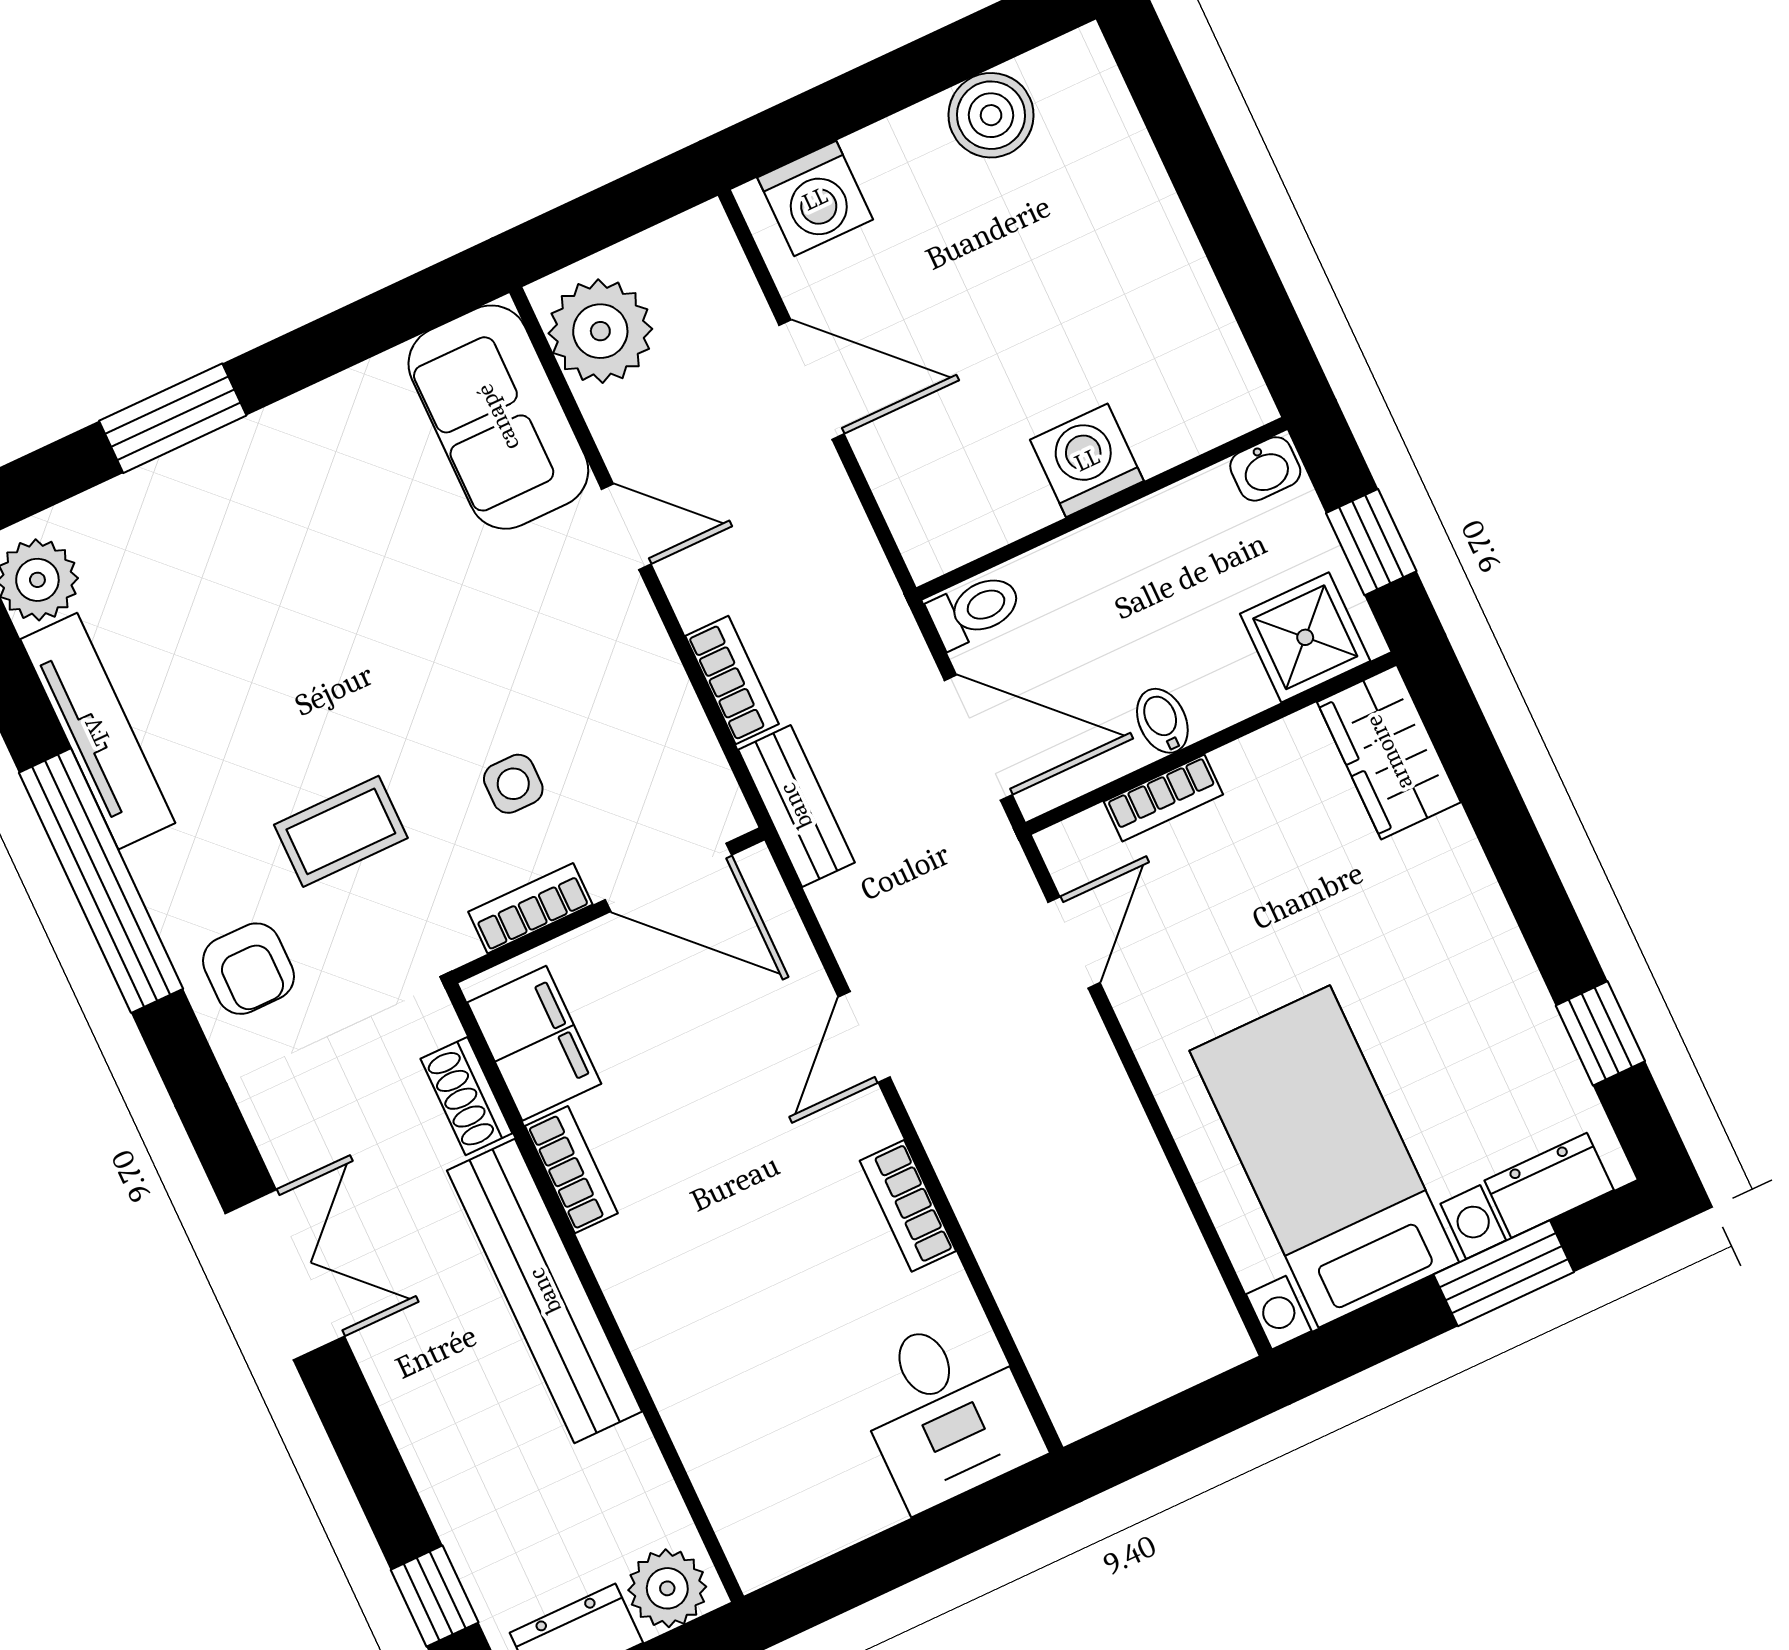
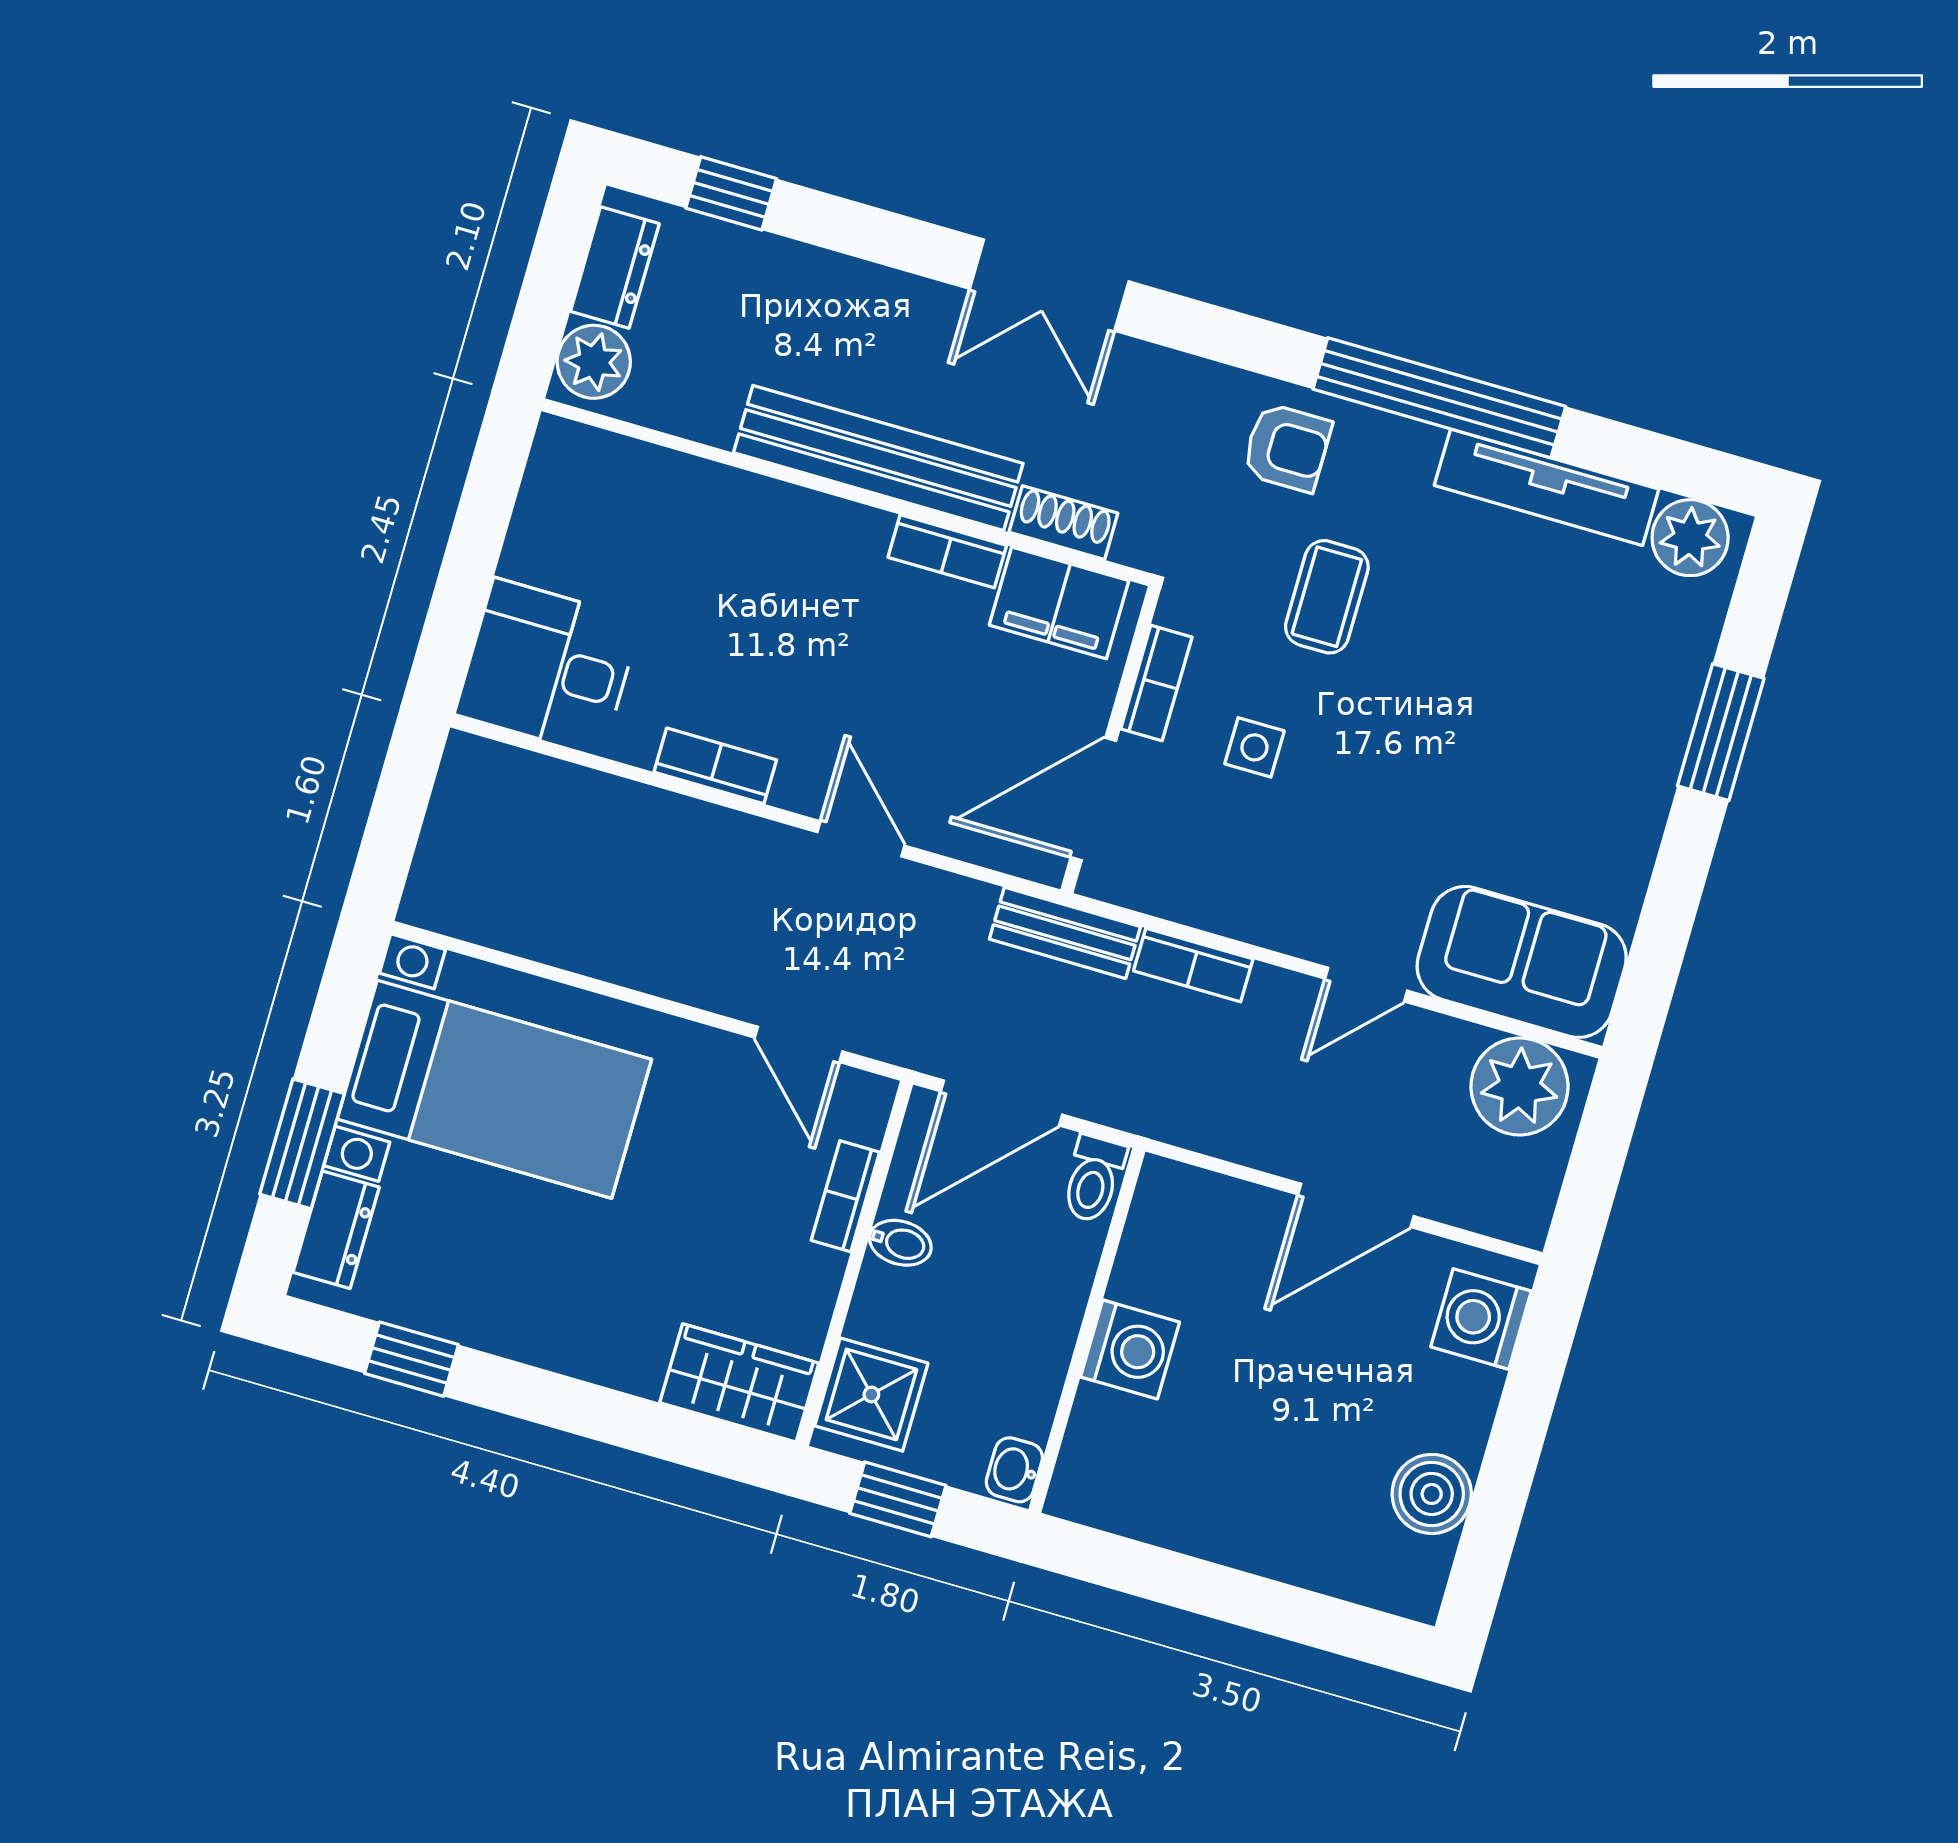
armchair: (248, 969) -> (1287, 448), turned 180

